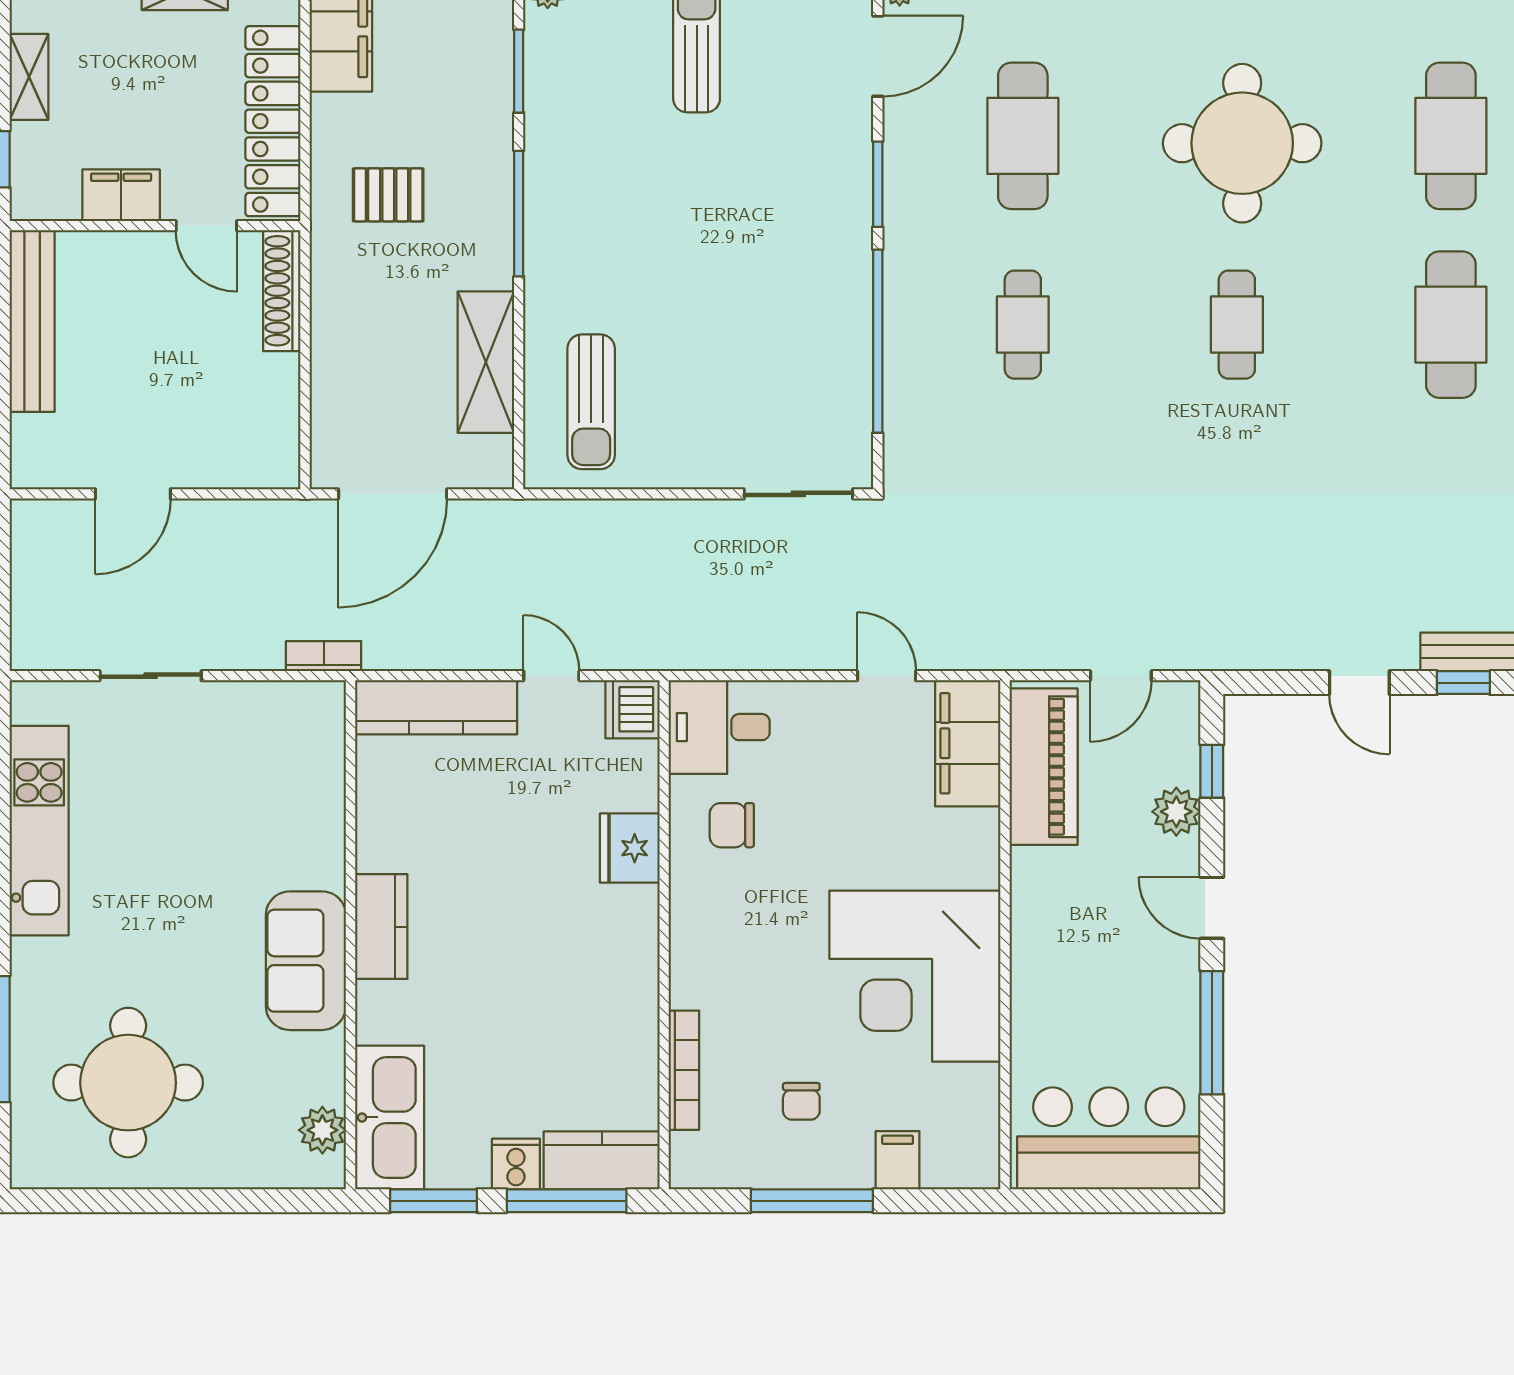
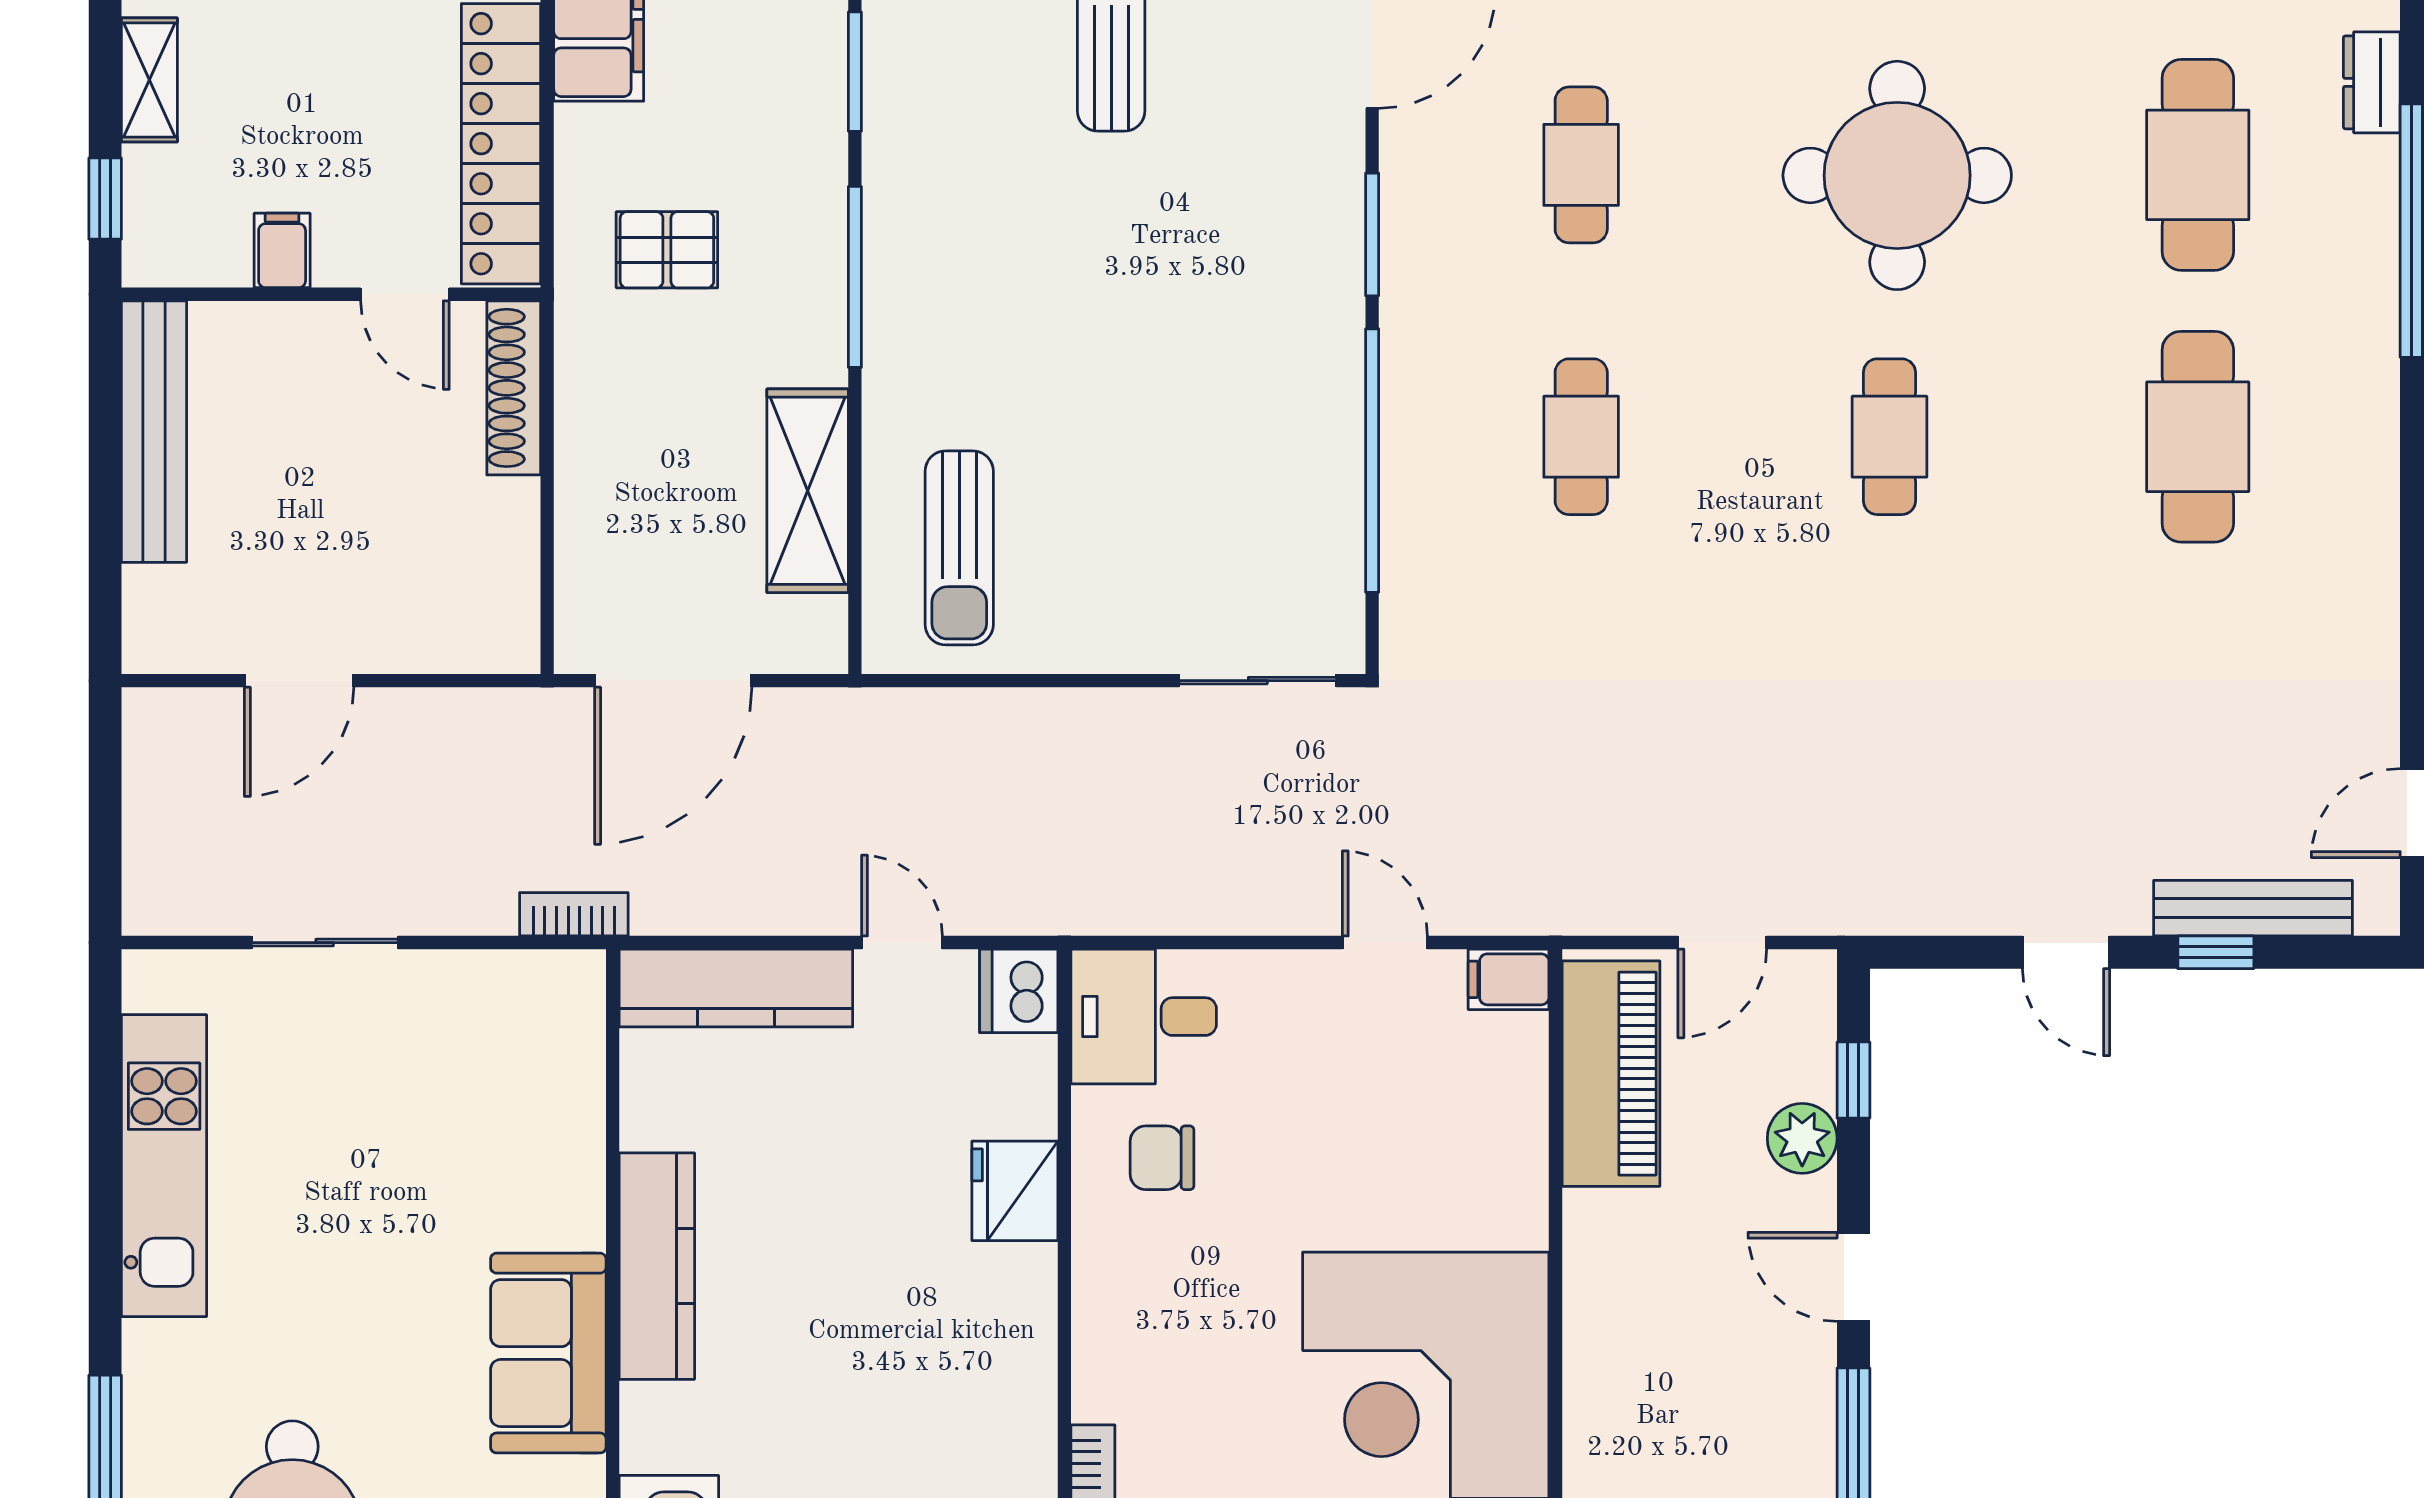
cafe table: (1023, 136) -> (1581, 165), width x0.73, depth x0.74
filing cabinet: (121, 195) -> (282, 250), width x0.50
filing cabinet: (968, 743) -> (1509, 979), width x0.33, depth x0.86
kitchen counter: (381, 927) -> (657, 1266), width x1.50

